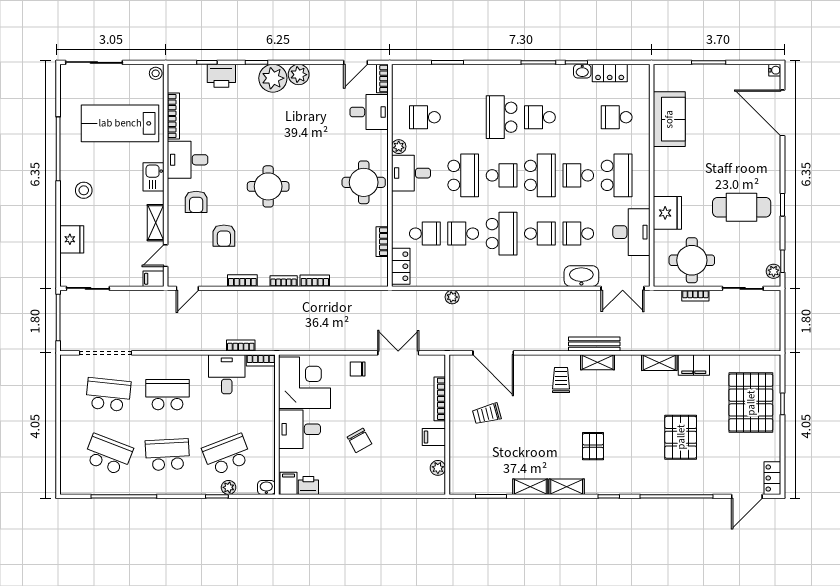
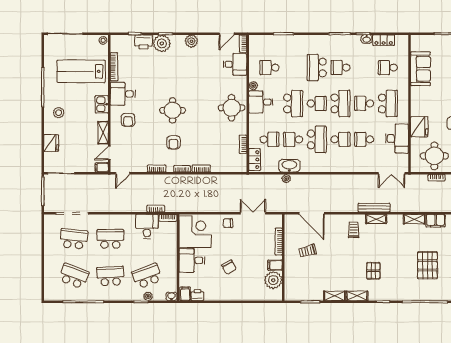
plant: (273, 78) -> (162, 43), moved
armchair: (224, 236) -> (173, 142), moved
washbasin: (581, 276) -> (289, 166), moved
plant: (438, 468) -> (273, 280), width x1.87, depth x1.87

